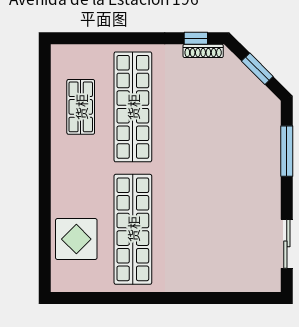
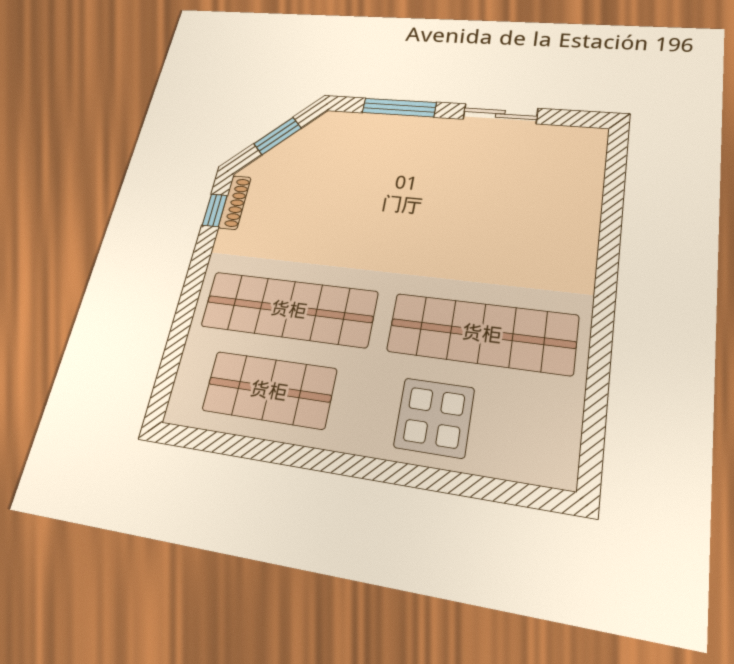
shop shelf: (81, 107) -> (269, 390), width x1.43, depth x1.36
display table: (76, 239) -> (434, 418), moved
sliding door: (287, 244) -> (500, 114), moved

